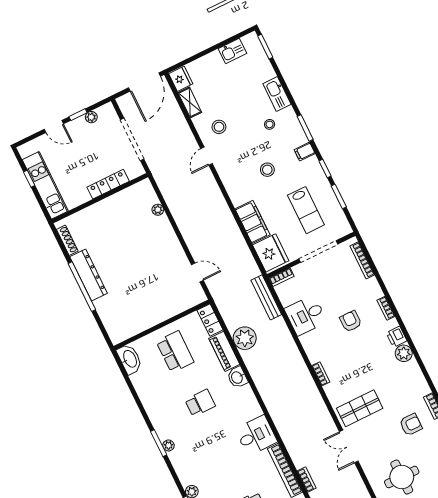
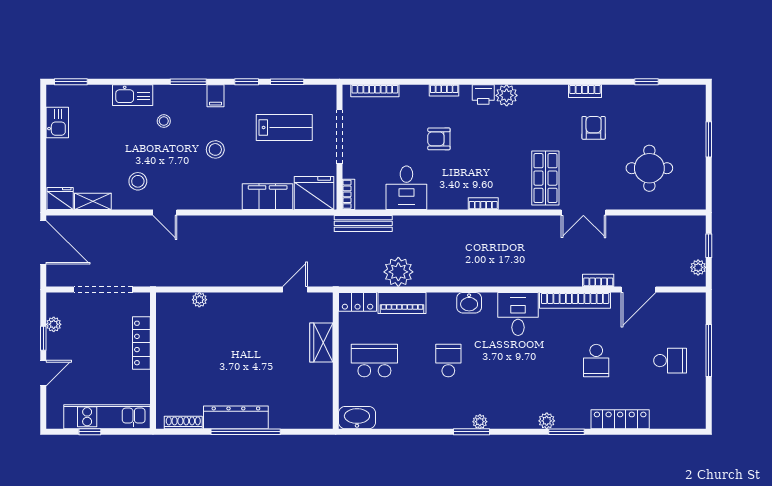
wardrobe: (170, 309) -> (321, 342), added
washbasin: (237, 377) -> (469, 303), moved

